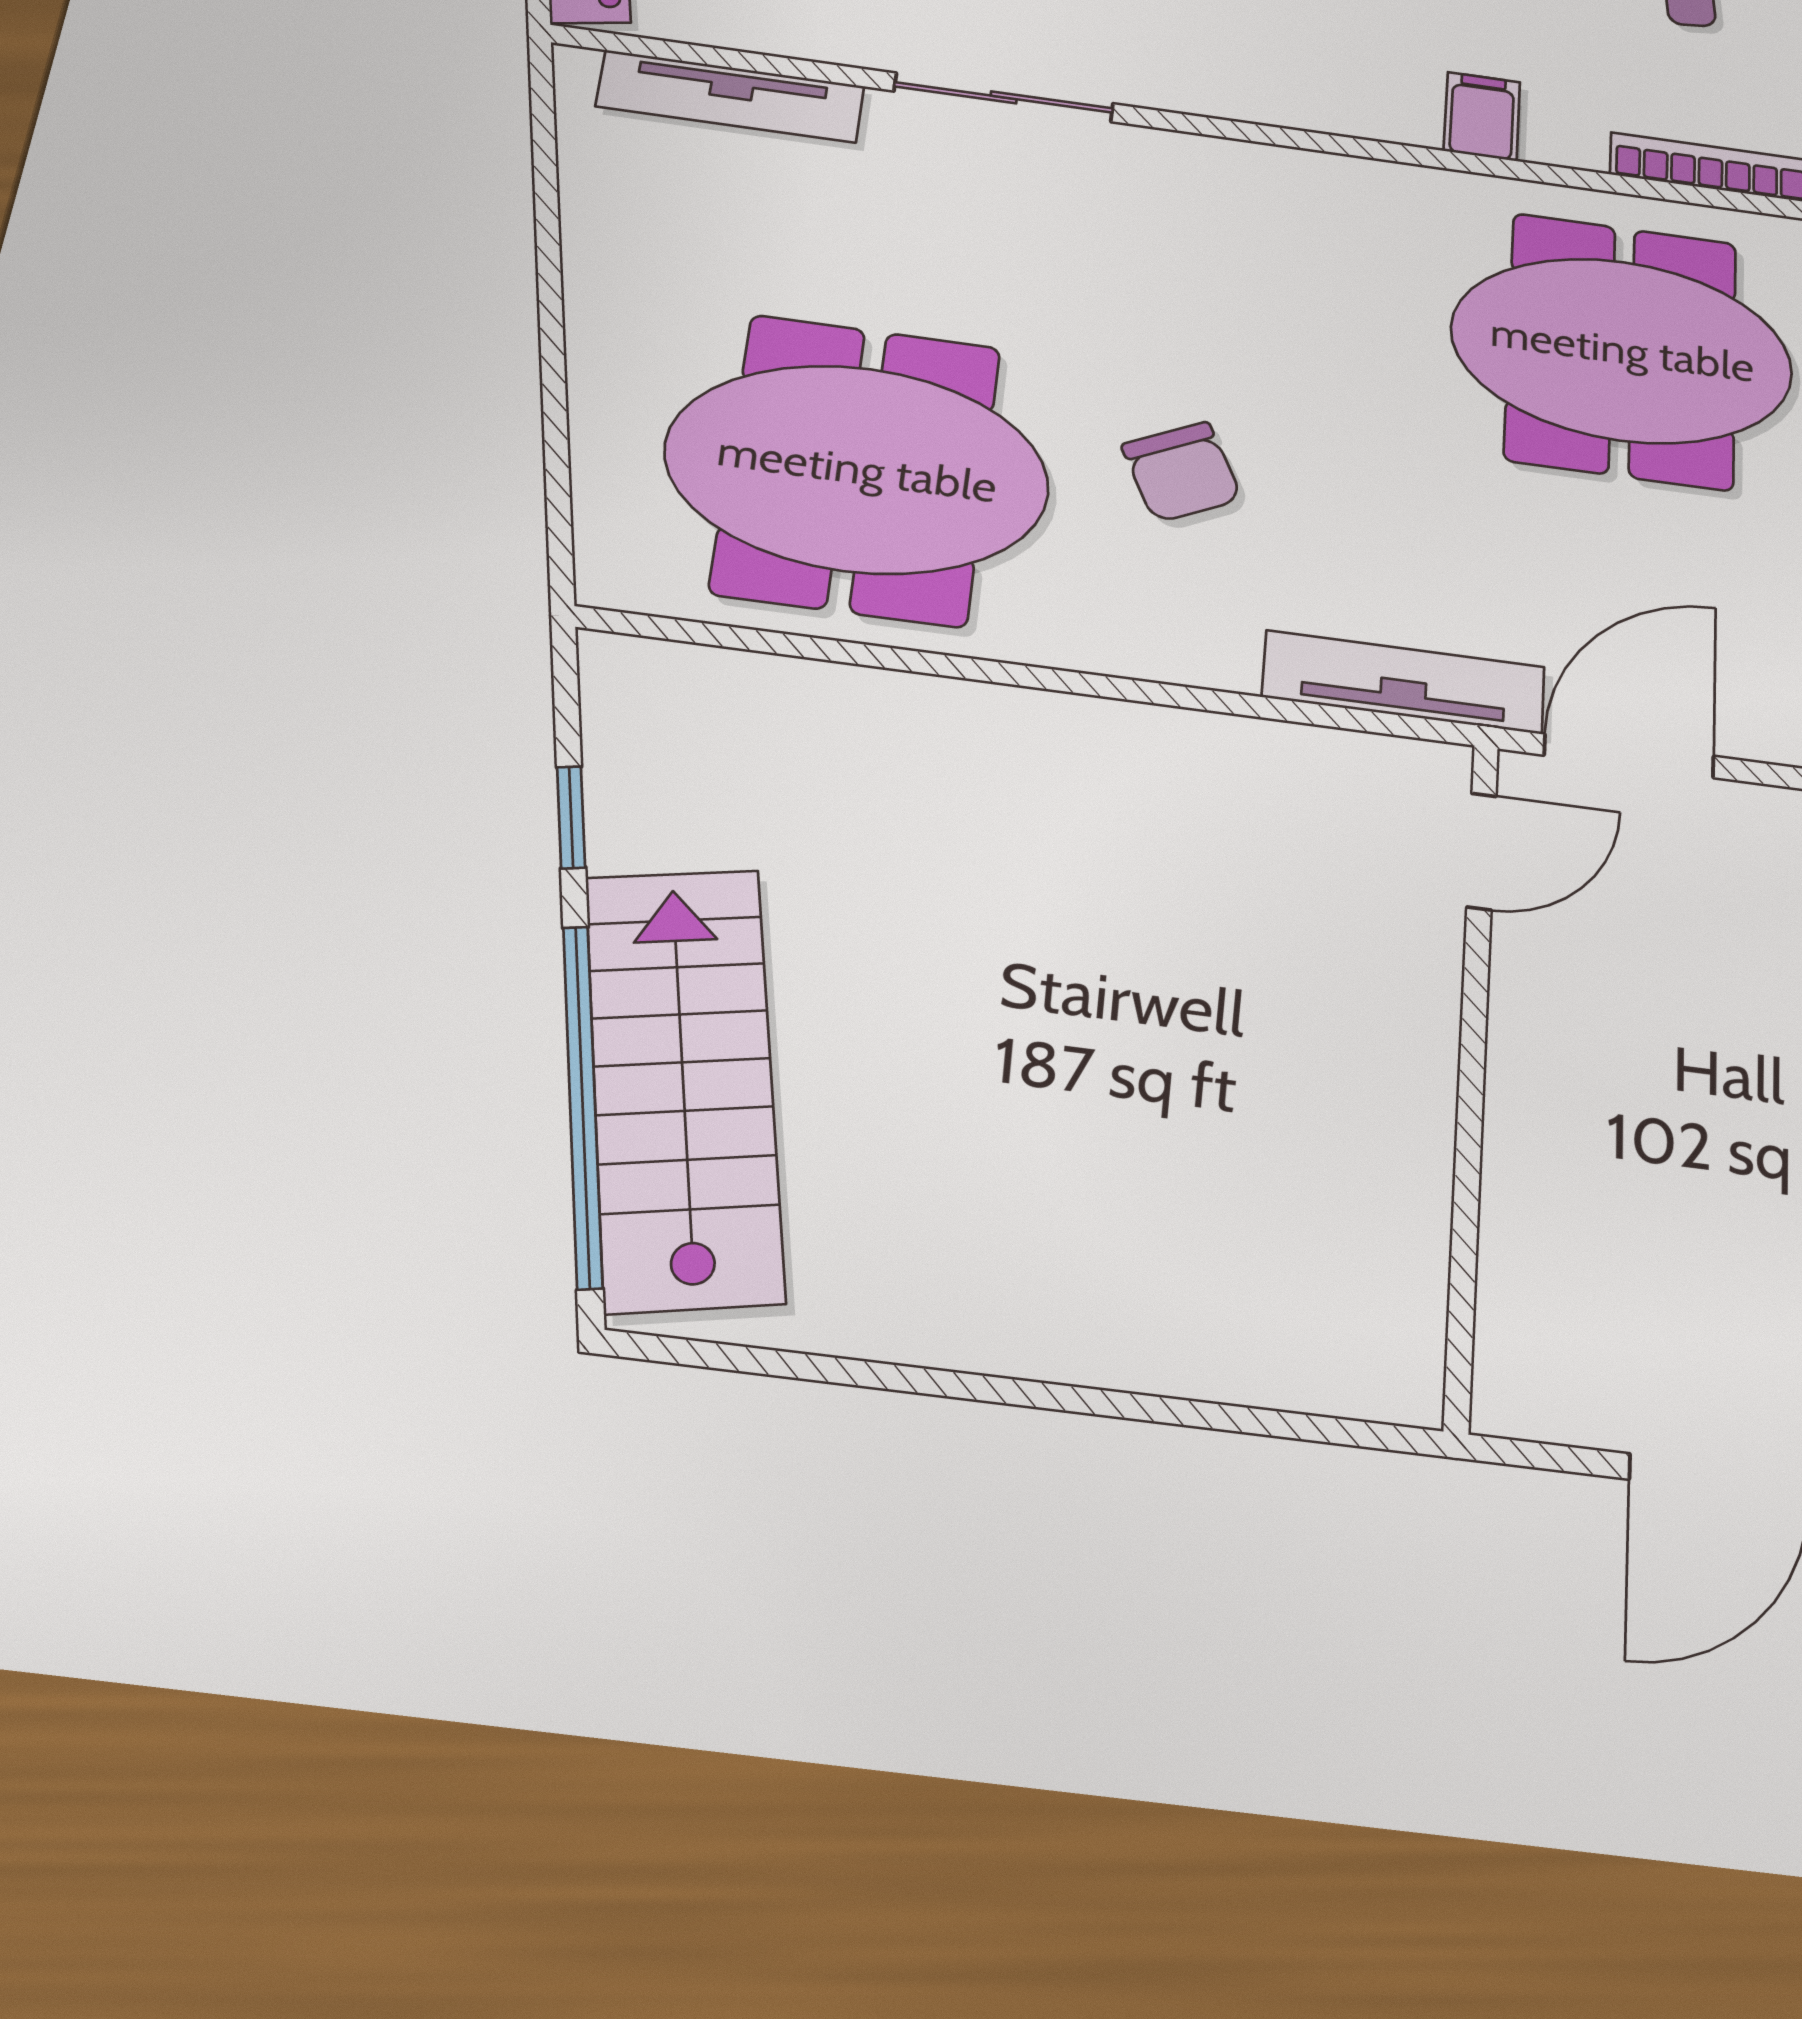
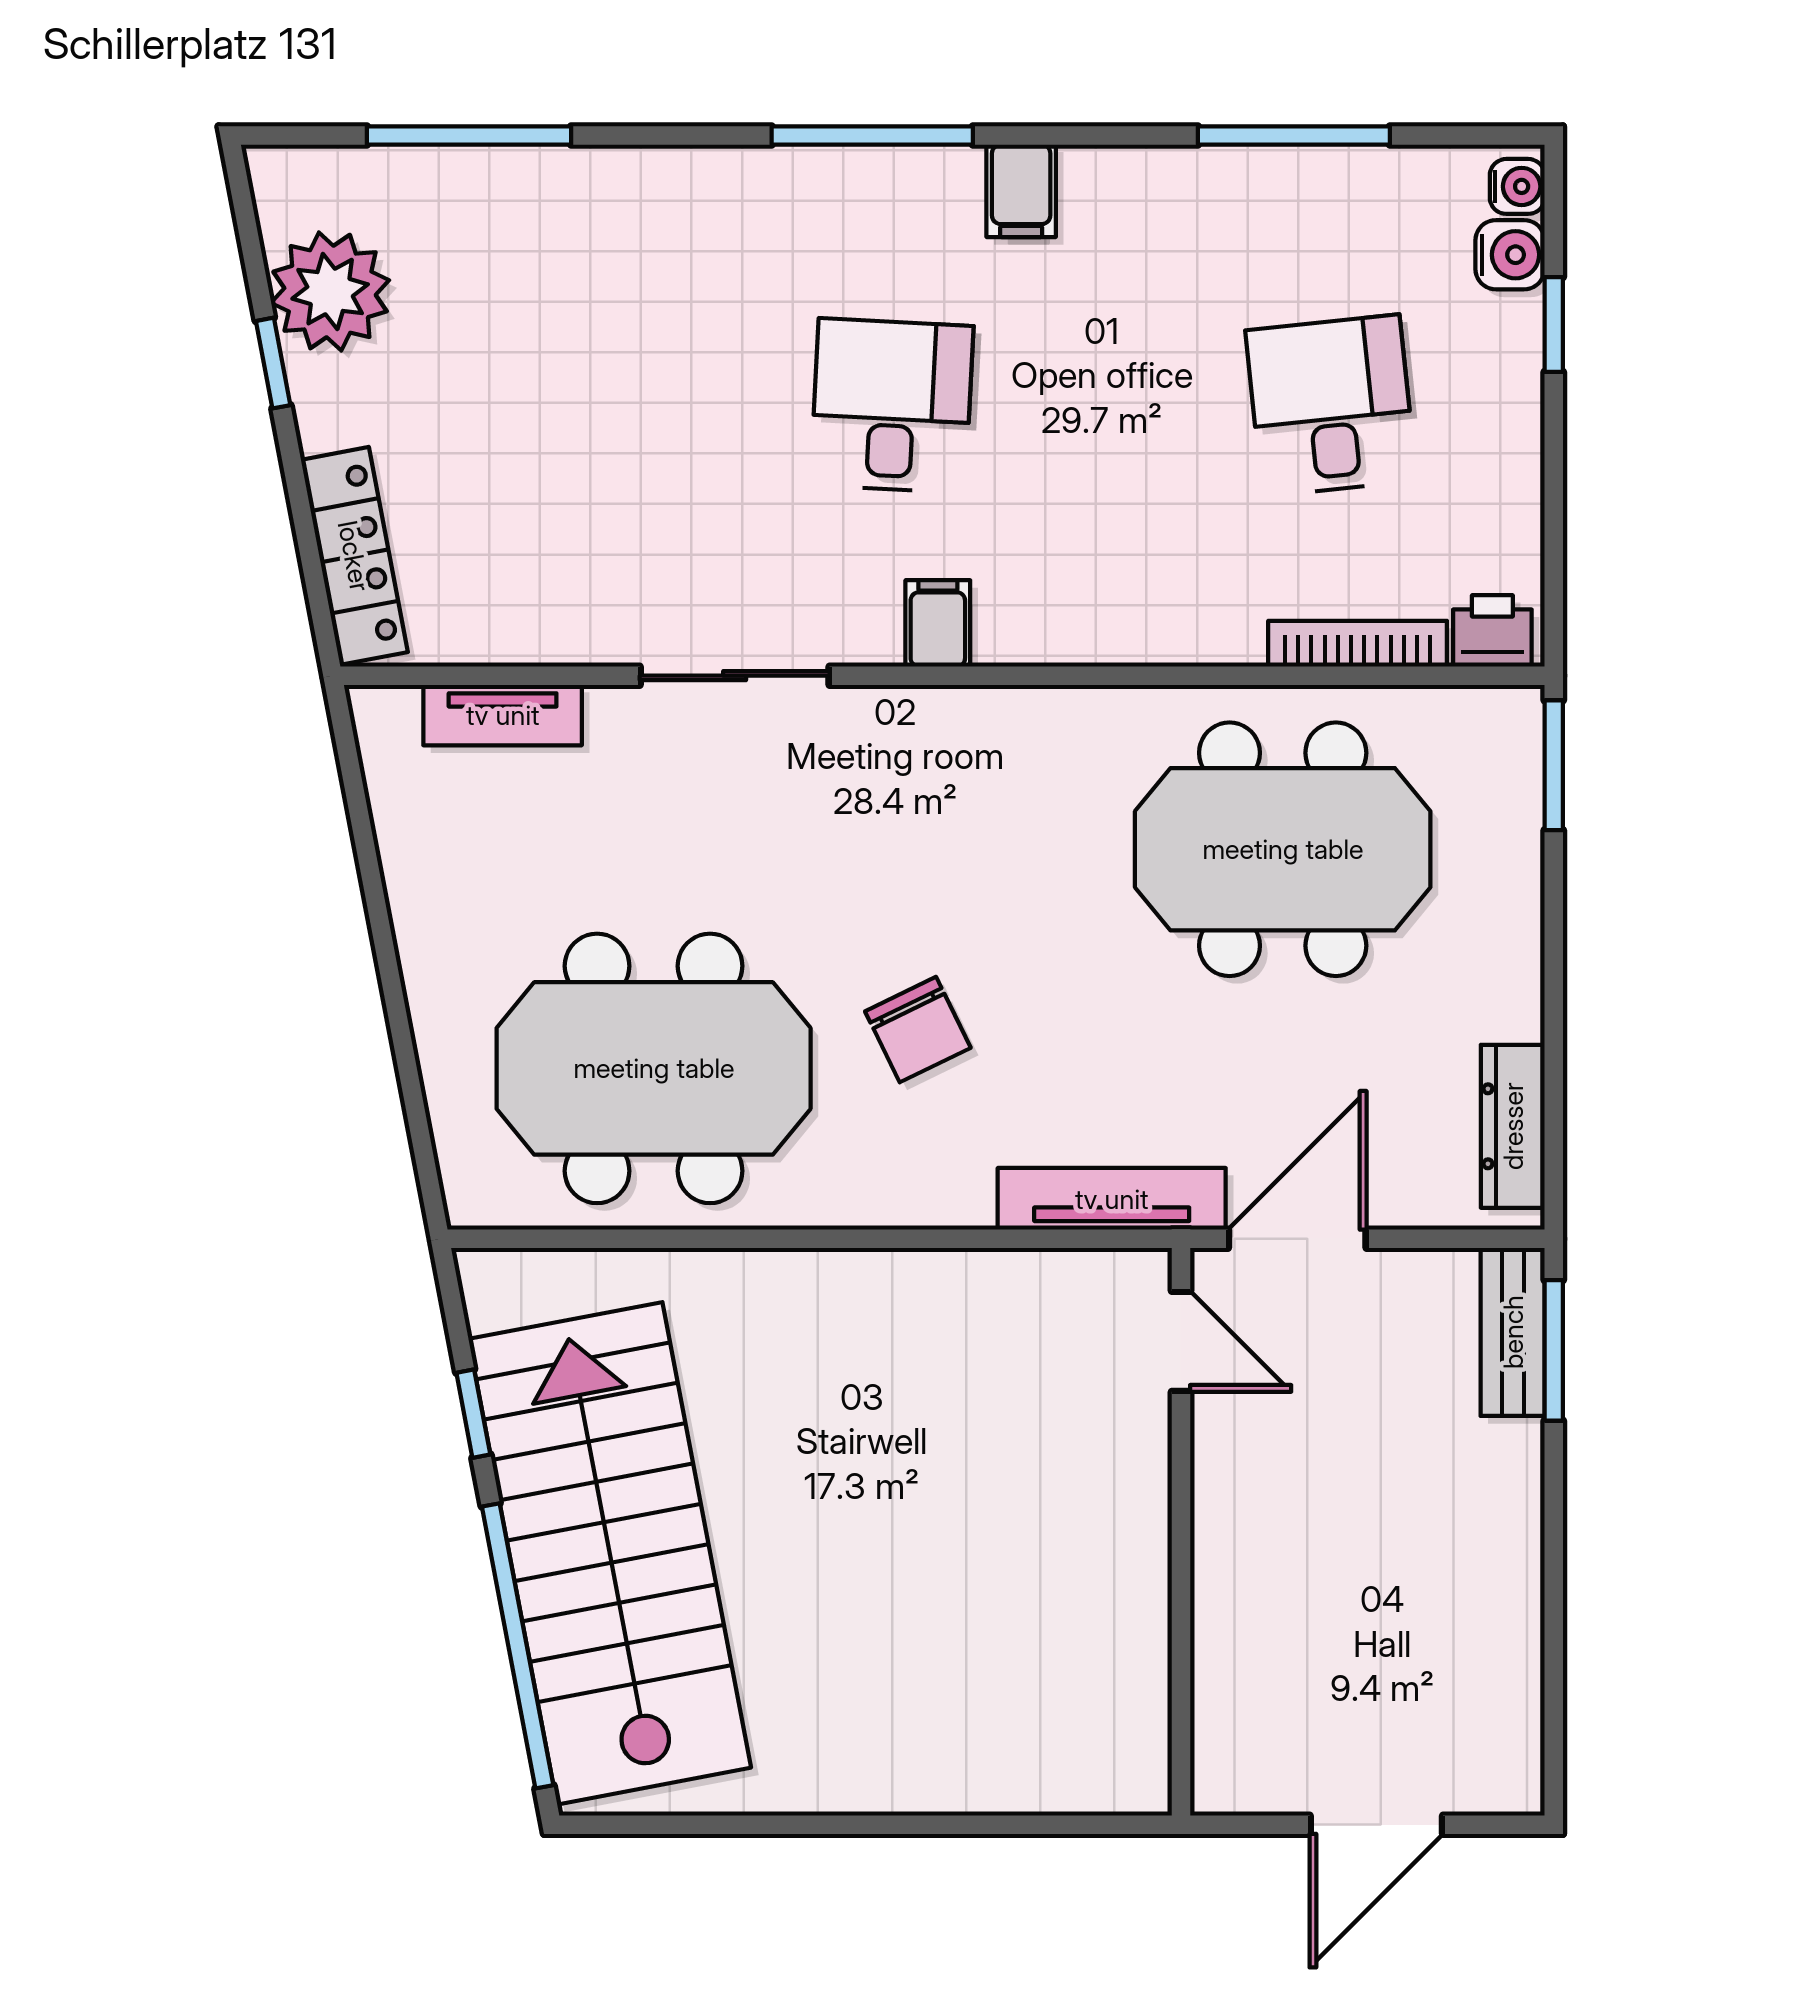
tv unit: (730, 96) -> (503, 715), width x0.71
filing cabinet: (1482, 116) -> (938, 623), moved
door: (1481, 851) -> (1181, 1341), hinge flipped
stairs: (683, 1086) -> (610, 1553), width x1.36, depth x1.51

